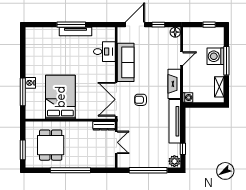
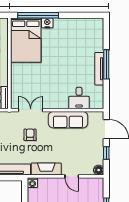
window: (23, 92) -> (38, 15), width x1.46
bed: (60, 97) -> (26, 40), moved, turned 90
double door: (116, 99) -> (31, 110), width x0.73

